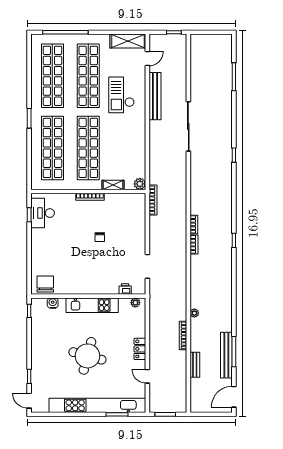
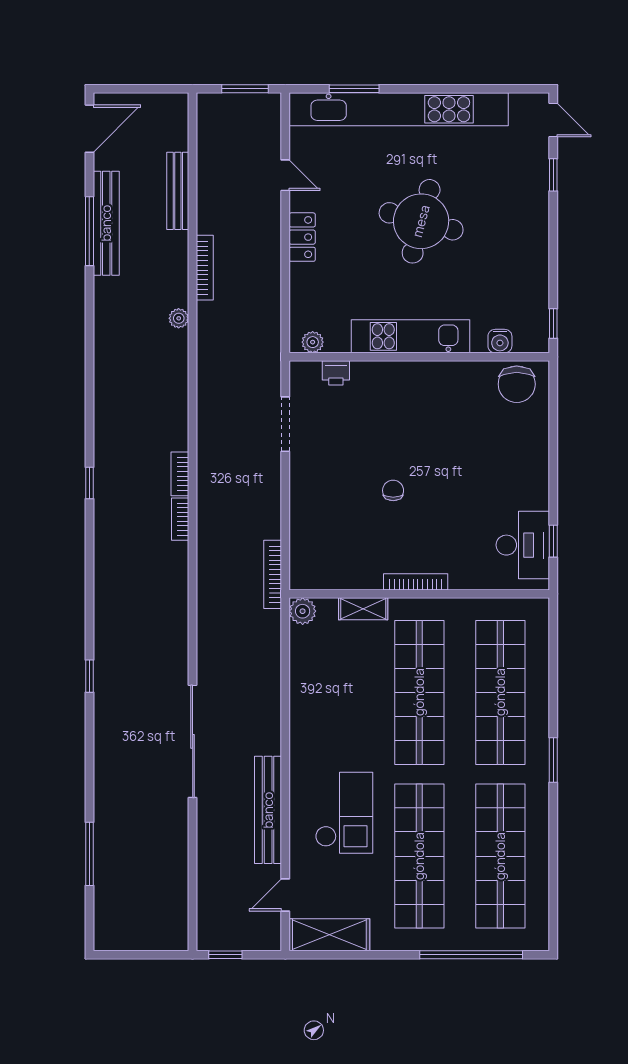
bench: (195, 365) -> (178, 191), width x1.36

